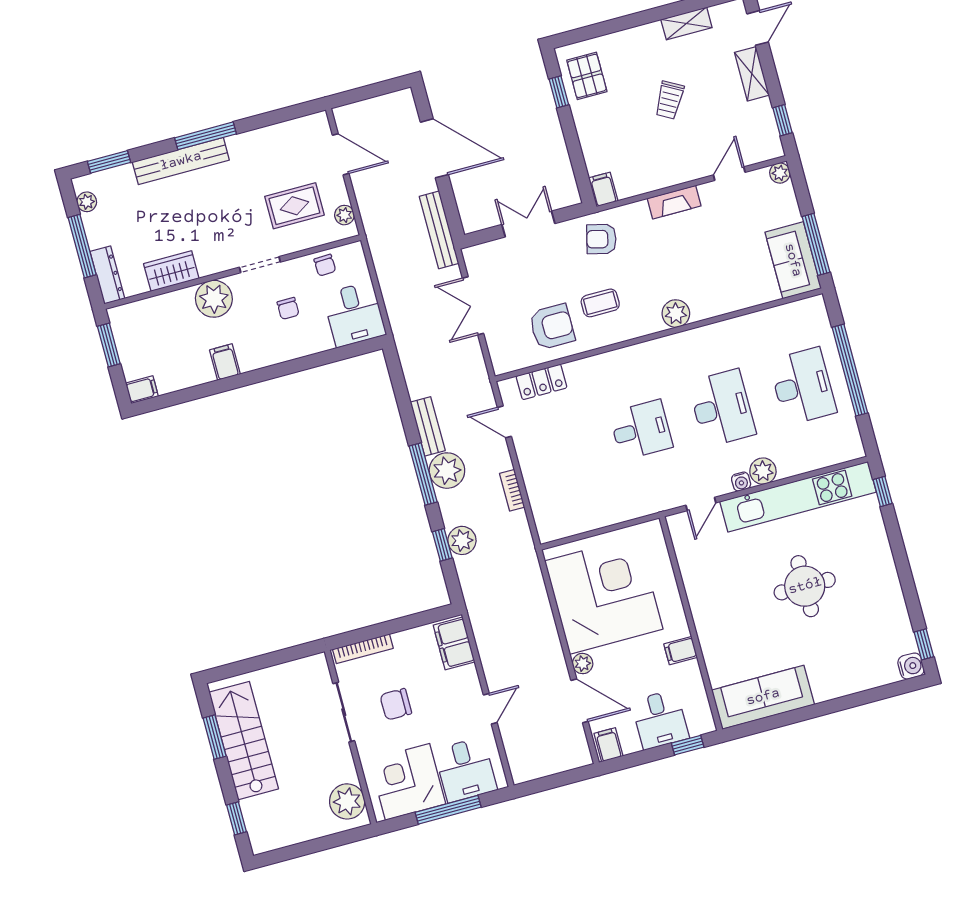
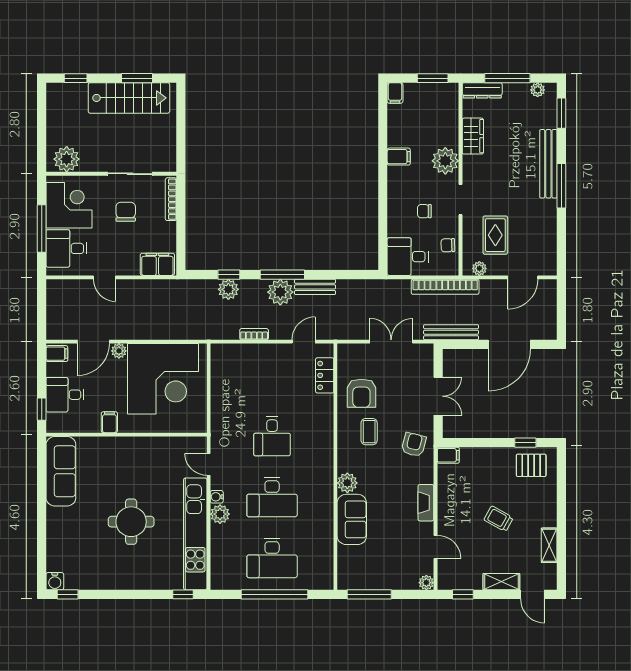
bookcase: (381, 254) -> (445, 287), added
sofa: (793, 260) -> (352, 519), moved, turned 90

